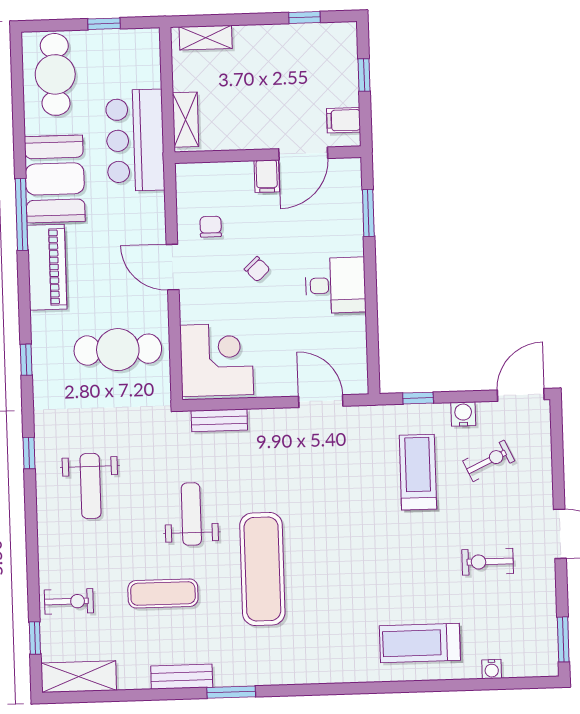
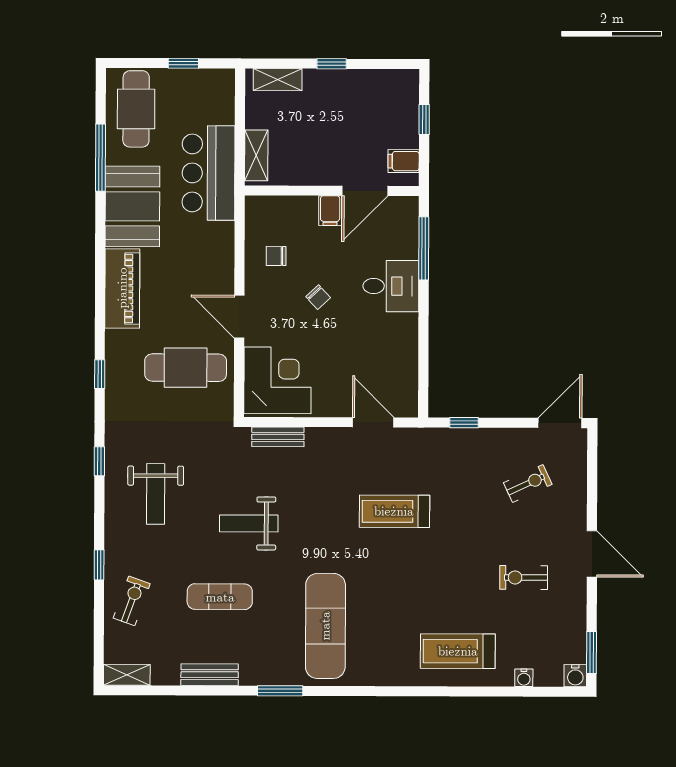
window: (304, 17) -> (332, 64), moved
window: (368, 213) -> (424, 248), width x1.44
window: (22, 214) -> (100, 158), moved
chair: (211, 227) -> (276, 256), turned -90
door: (173, 267) -> (239, 317), moved
desk: (335, 285) -> (391, 286), moved
water cooler: (463, 414) -> (575, 676), moved, turned 180
treadmill: (418, 472) -> (394, 511), moved, turned -90
weight bench: (191, 514) -> (249, 523), turned -90
exercise mat: (262, 569) -> (325, 626), moved
exercise bike: (69, 601) -> (132, 601), turned -70
window: (35, 638) -> (99, 565), moved
shelving: (79, 677) -> (127, 675), width x0.67, depth x0.75
bench: (182, 677) -> (210, 675), moved

